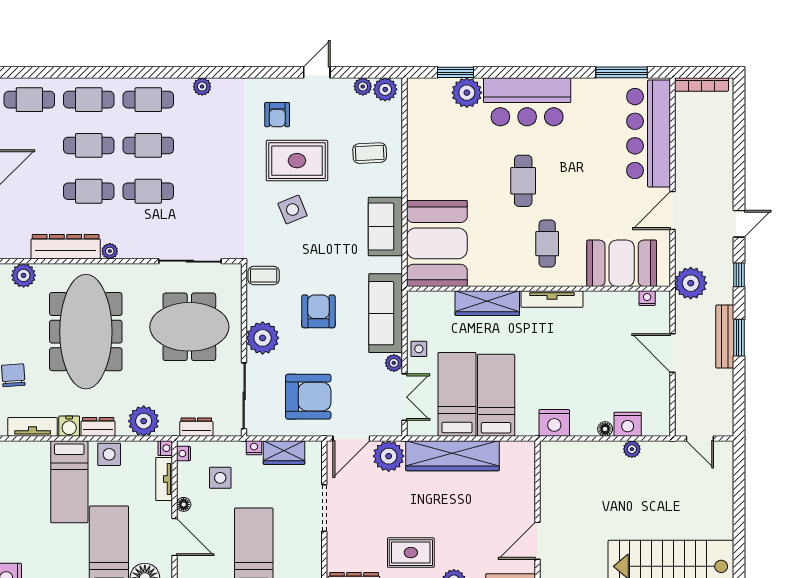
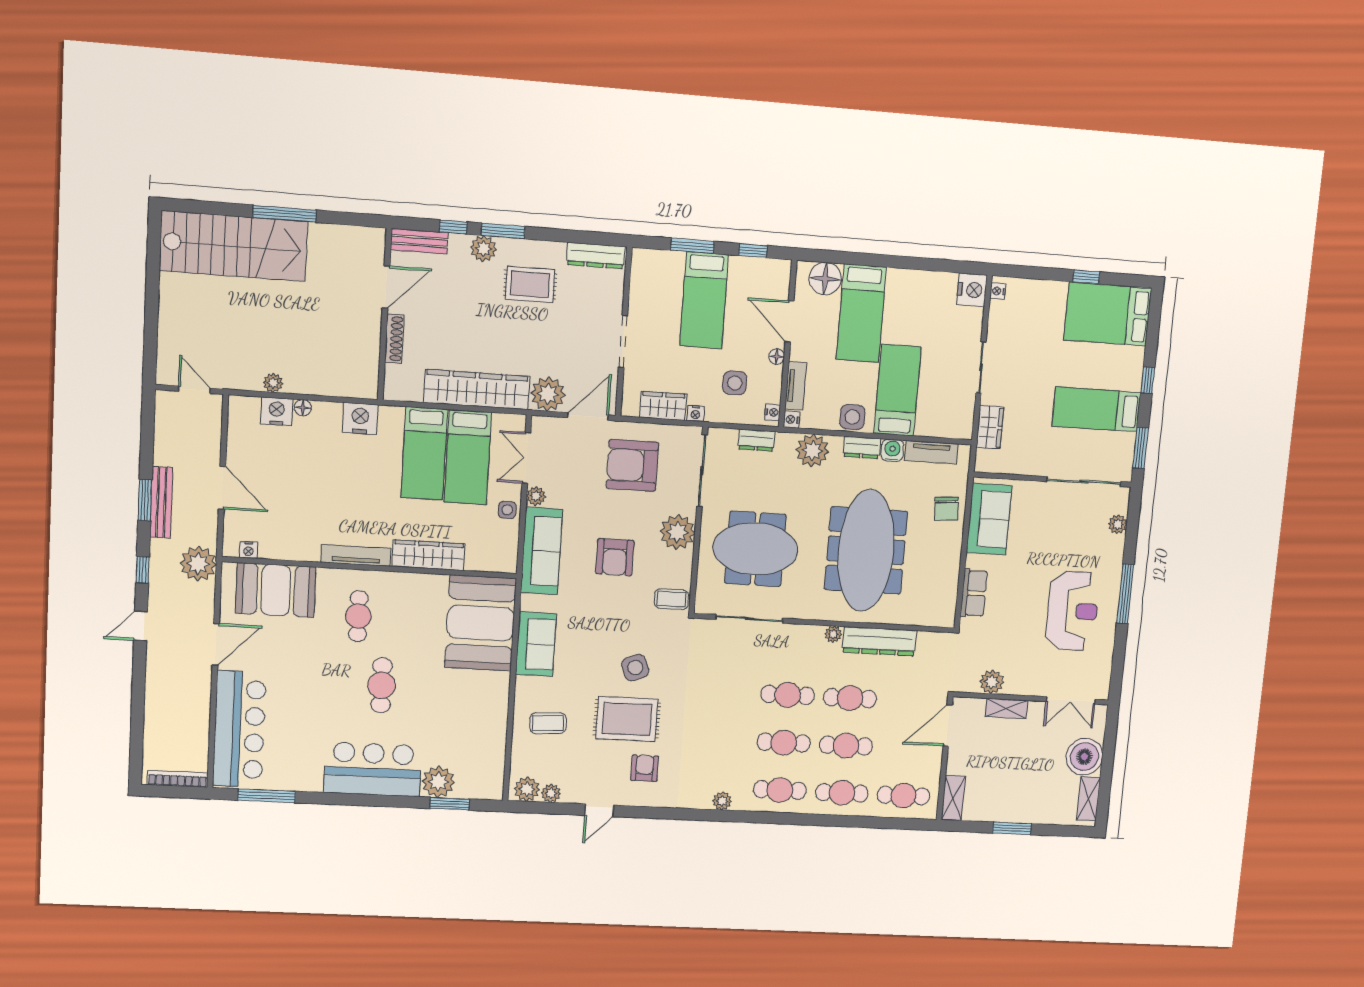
plant: (24, 275) -> (926, 614), removed
shoe rack: (528, 496) -> (394, 339), added

